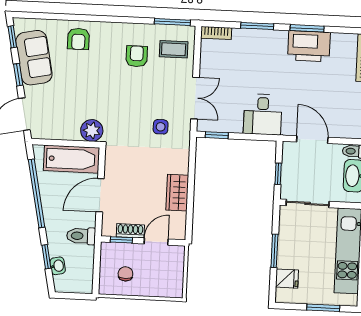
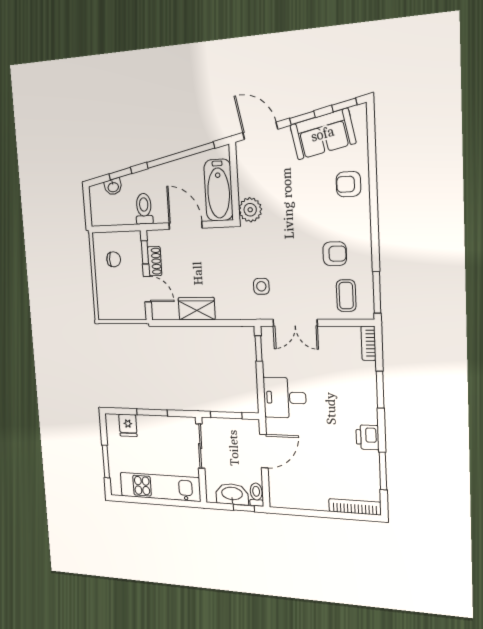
window: (307, 28) -> (383, 471), moved
printer: (309, 46) -> (367, 437), width x0.53, depth x0.68
window: (278, 174) -> (226, 415), width x1.50

